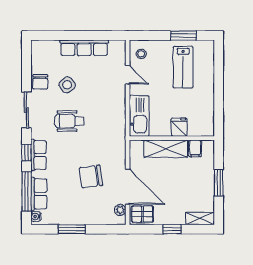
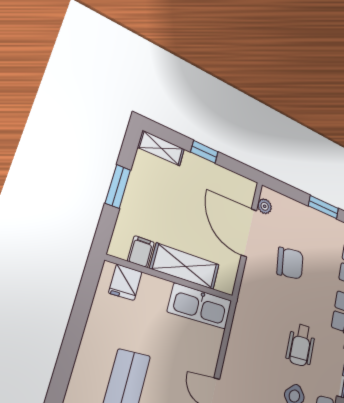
kitchen sink: (139, 116) -> (200, 306), moved, turned -90
wheelchair: (69, 121) -> (301, 345), turned 90
fridge: (179, 127) -> (125, 282), moved
pallet: (142, 214) -> (239, 189), removed

